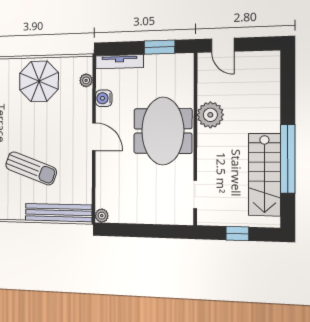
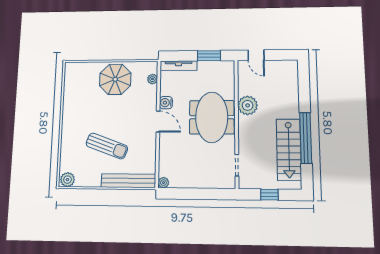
water cooler: (104, 98) -> (166, 103), moved

